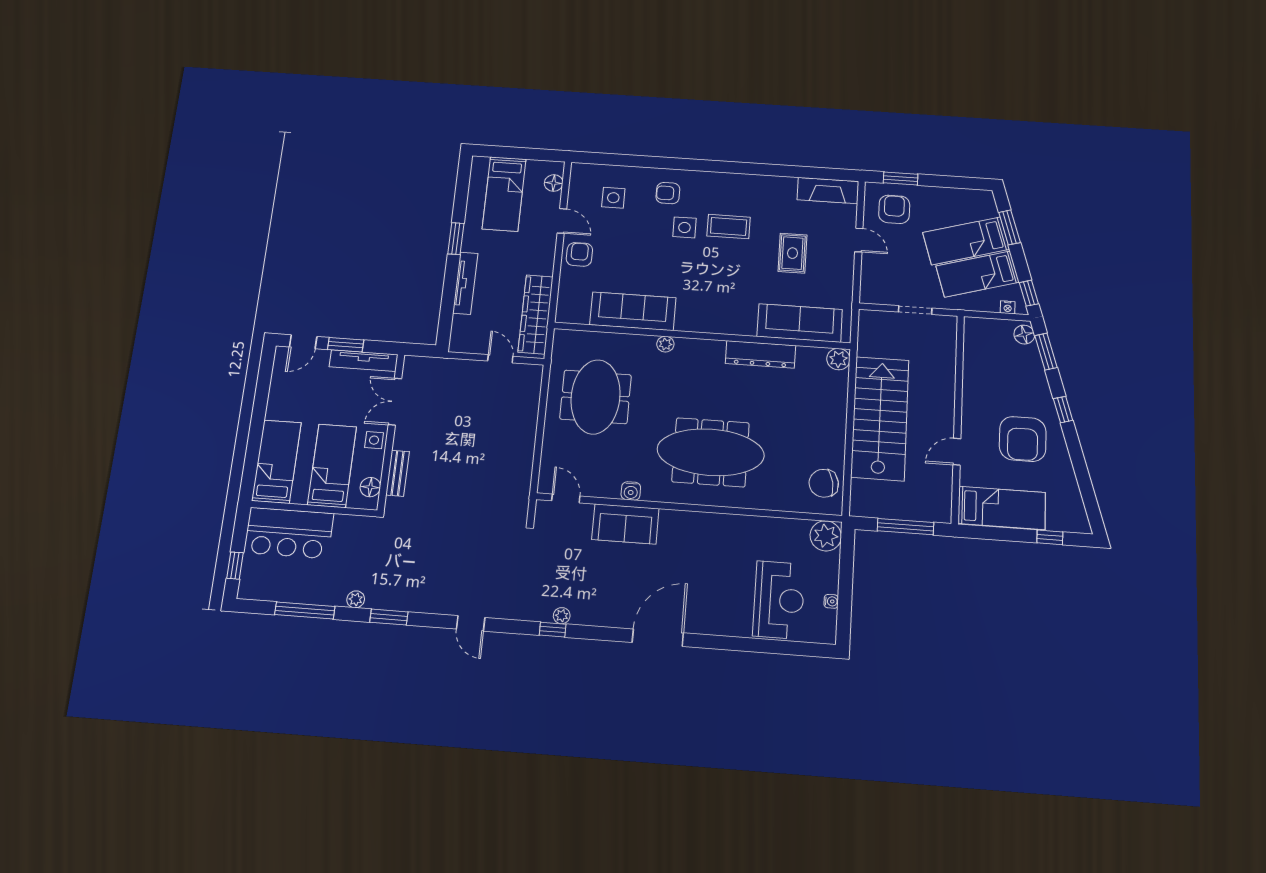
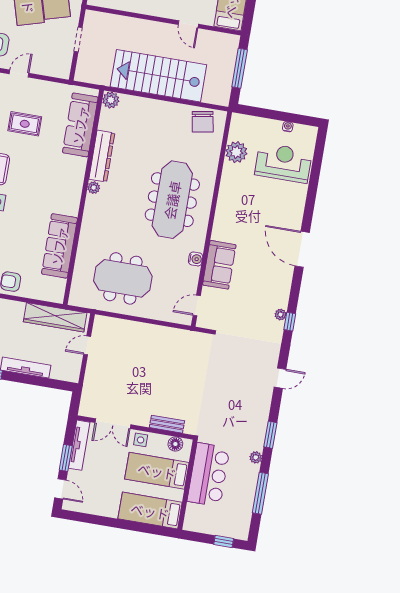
plant: (665, 344) -> (94, 188), moved
bar counter: (289, 533) -> (208, 475), moved
plant: (826, 536) -> (236, 152), moved

